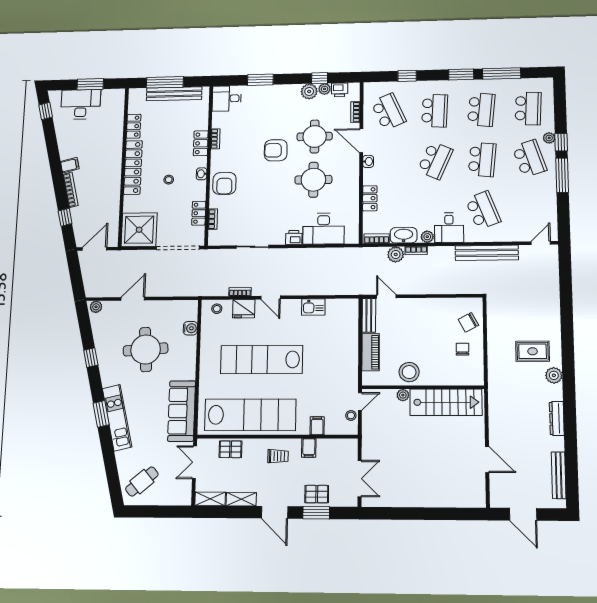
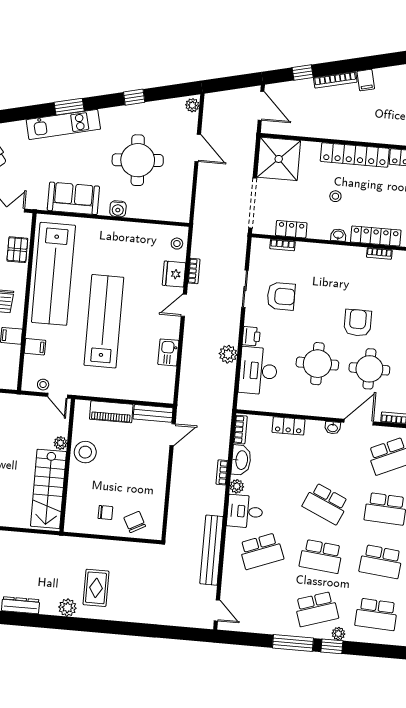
locker: (201, 143) -> (376, 236), width x1.53
armchair: (224, 183) -> (281, 296), moved, turned 180
plant: (396, 254) -> (228, 354), moved
water cooler: (190, 328) -> (118, 209), moved
lab bench: (262, 360) -> (104, 321), moved
sofa: (182, 411) -> (73, 198), width x0.73

